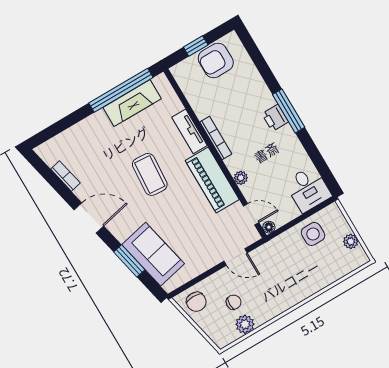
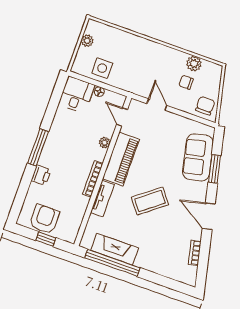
armchair: (216, 60) -> (44, 219), turned -90
printer: (275, 118) -> (41, 175), moved
coffee table: (150, 174) -> (150, 201), turned 48
floor lamp: (269, 227) -> (99, 92), moved

